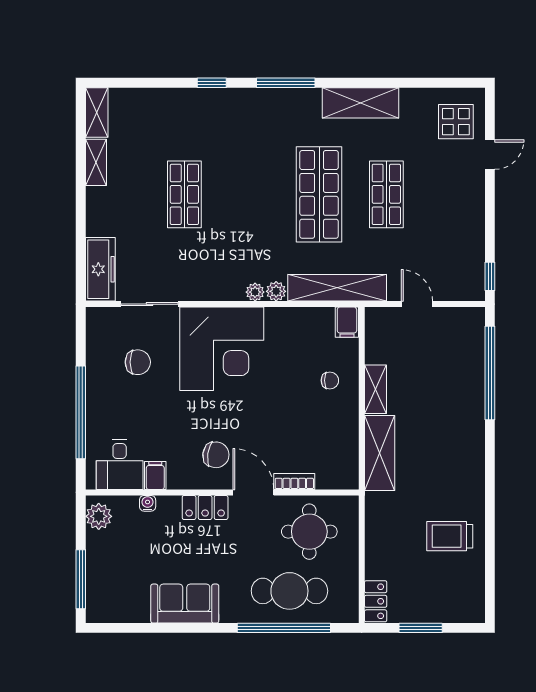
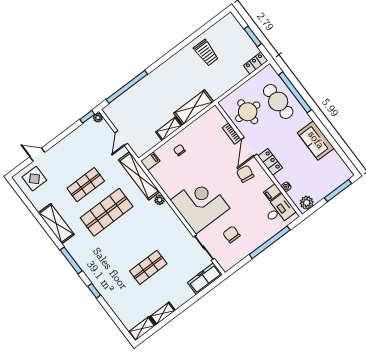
plant: (255, 292) -> (98, 118), moved

